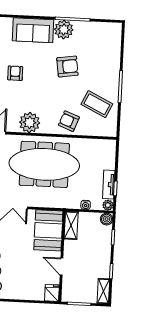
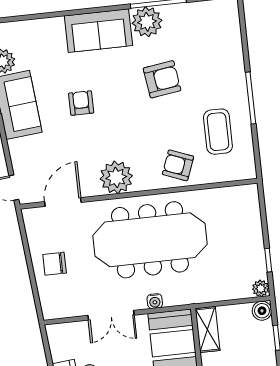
coffee table: (97, 104) -> (218, 132), turned 64
tv unit: (109, 184) -> (257, 256), removed
water cooler: (86, 205) -> (155, 301), moved

